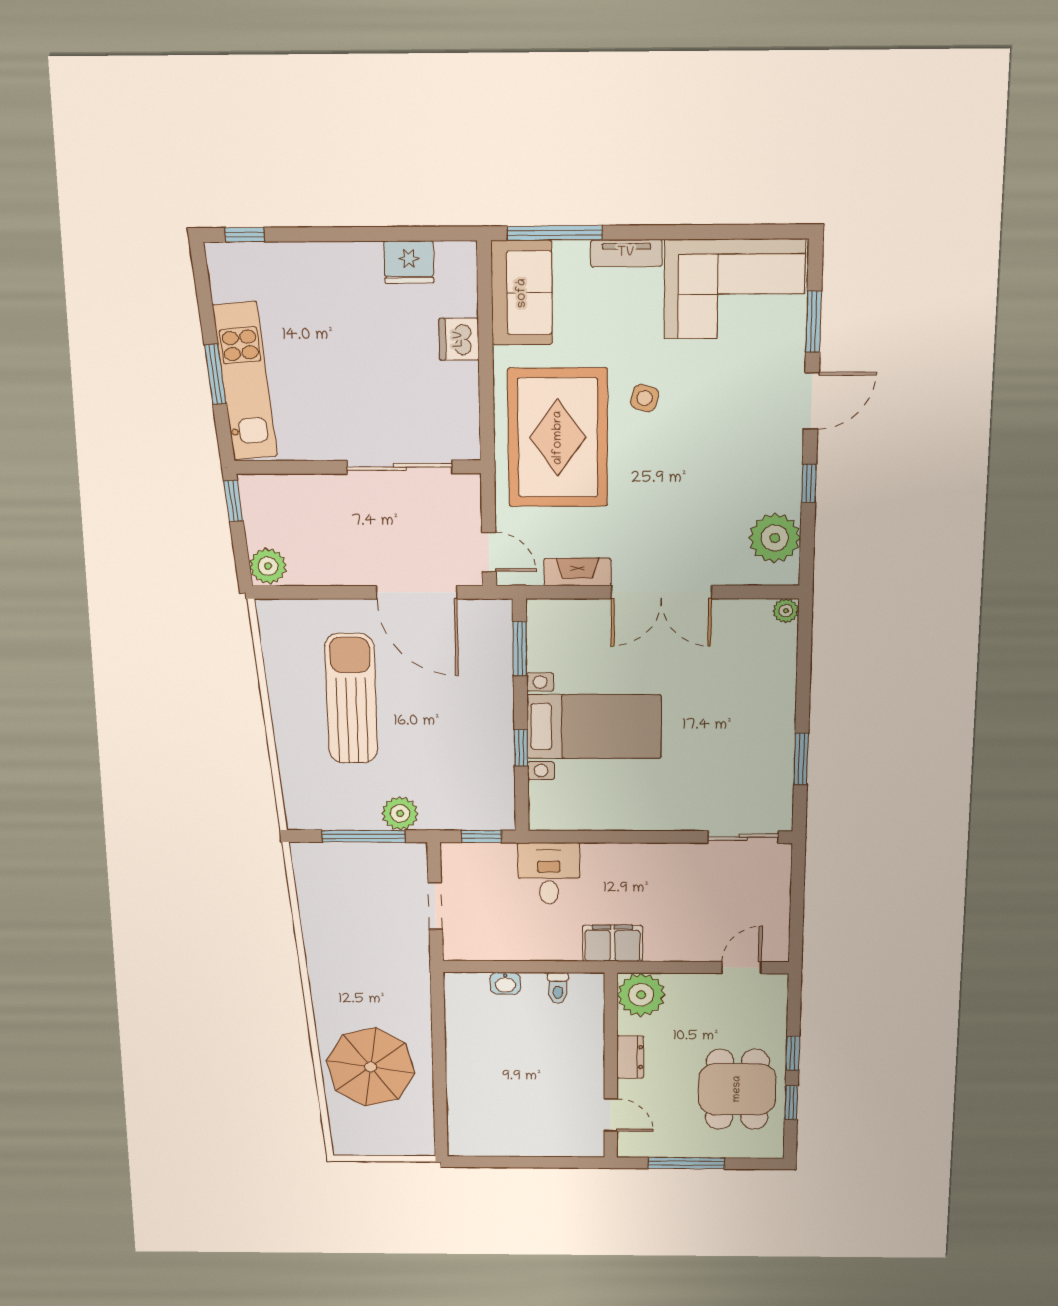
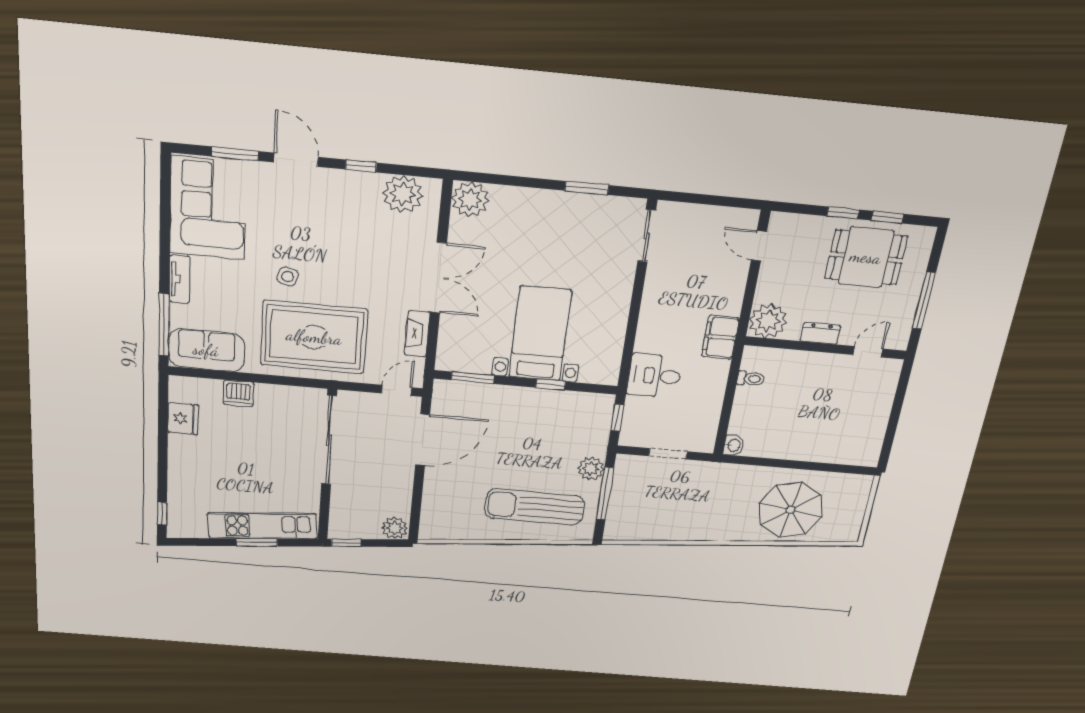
sliding door: (399, 467) -> (329, 440), width x1.36
plant: (786, 611) -> (470, 199), width x1.88, depth x1.88
sun lounger: (351, 699) -> (535, 507), moved
washbasin: (505, 983) -> (734, 445), moved

